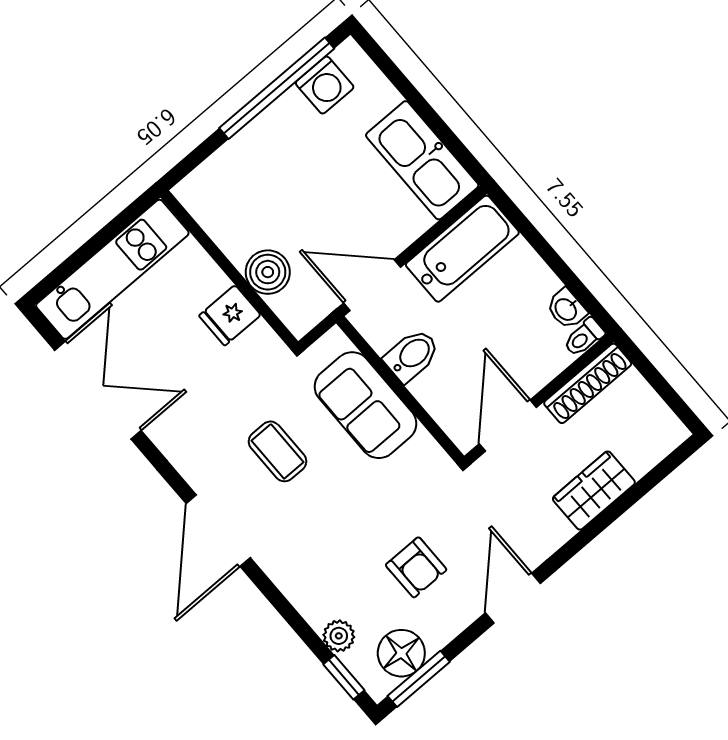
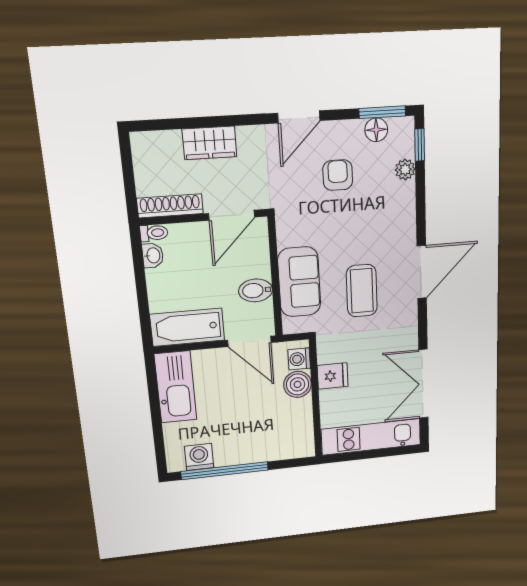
washing machine: (291, 307) -> (299, 359), added
coffee table: (277, 451) -> (362, 291), width x1.36, depth x1.30
floor lamp: (401, 653) -> (376, 130), width x0.73, depth x0.73

